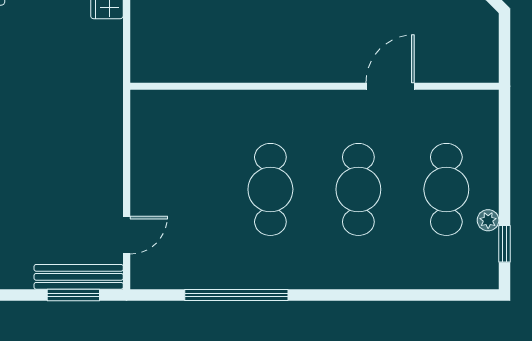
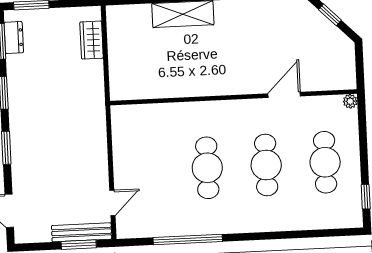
plant: (488, 220) -> (350, 101), moved

